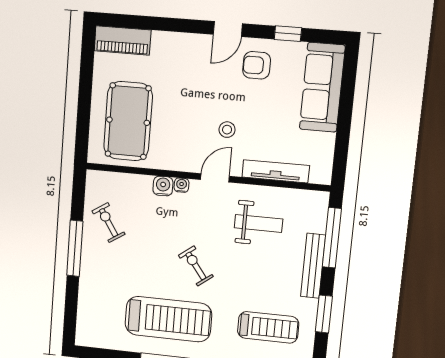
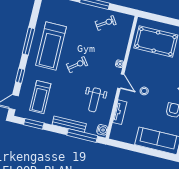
tv unit: (276, 171) -> (120, 112), width x0.71
water cooler: (163, 186) -> (102, 130), moved
window: (324, 314) -> (34, 124), moved

